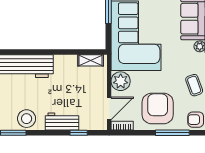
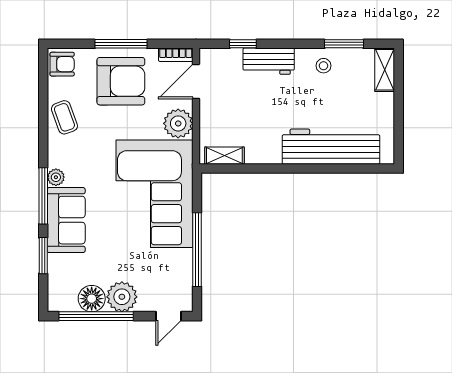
armchair: (158, 109) -> (121, 81), turned -90
stool: (27, 119) -> (324, 66), width x0.53, depth x0.53
window: (172, 133) -> (121, 44), moved

